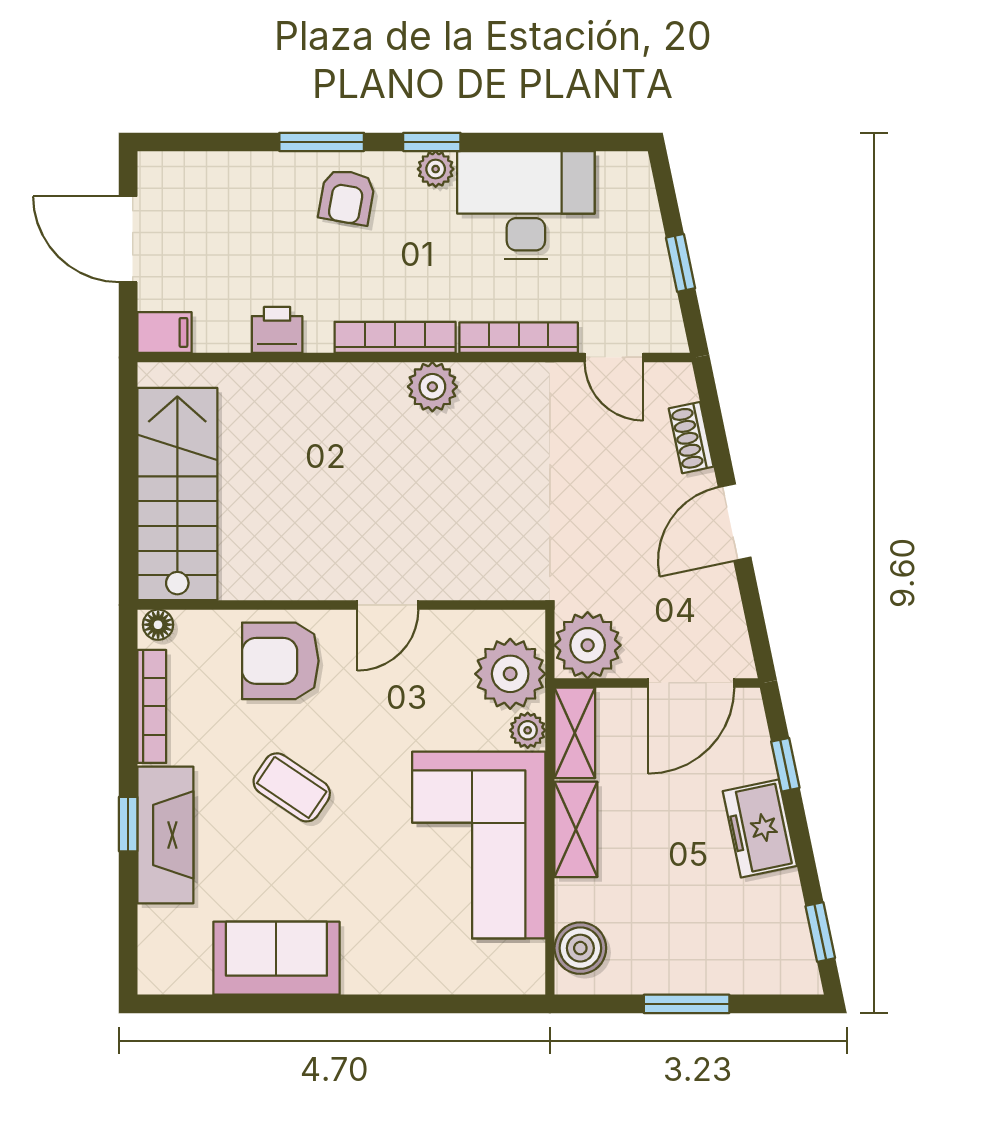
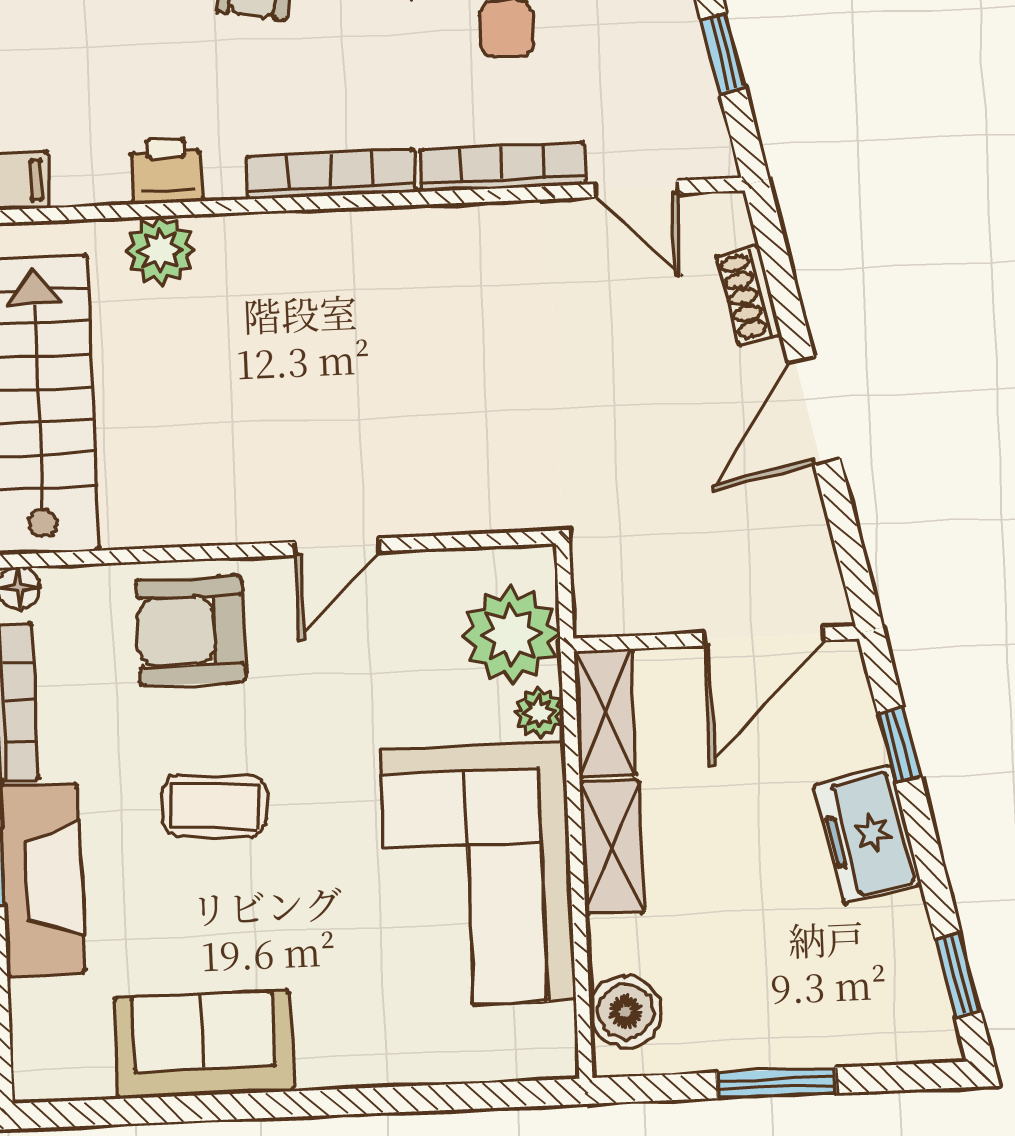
plant: (432, 387) -> (160, 250), moved
plant: (588, 645) -> (617, 590), removed
coffee table: (292, 787) -> (214, 806), turned -31

